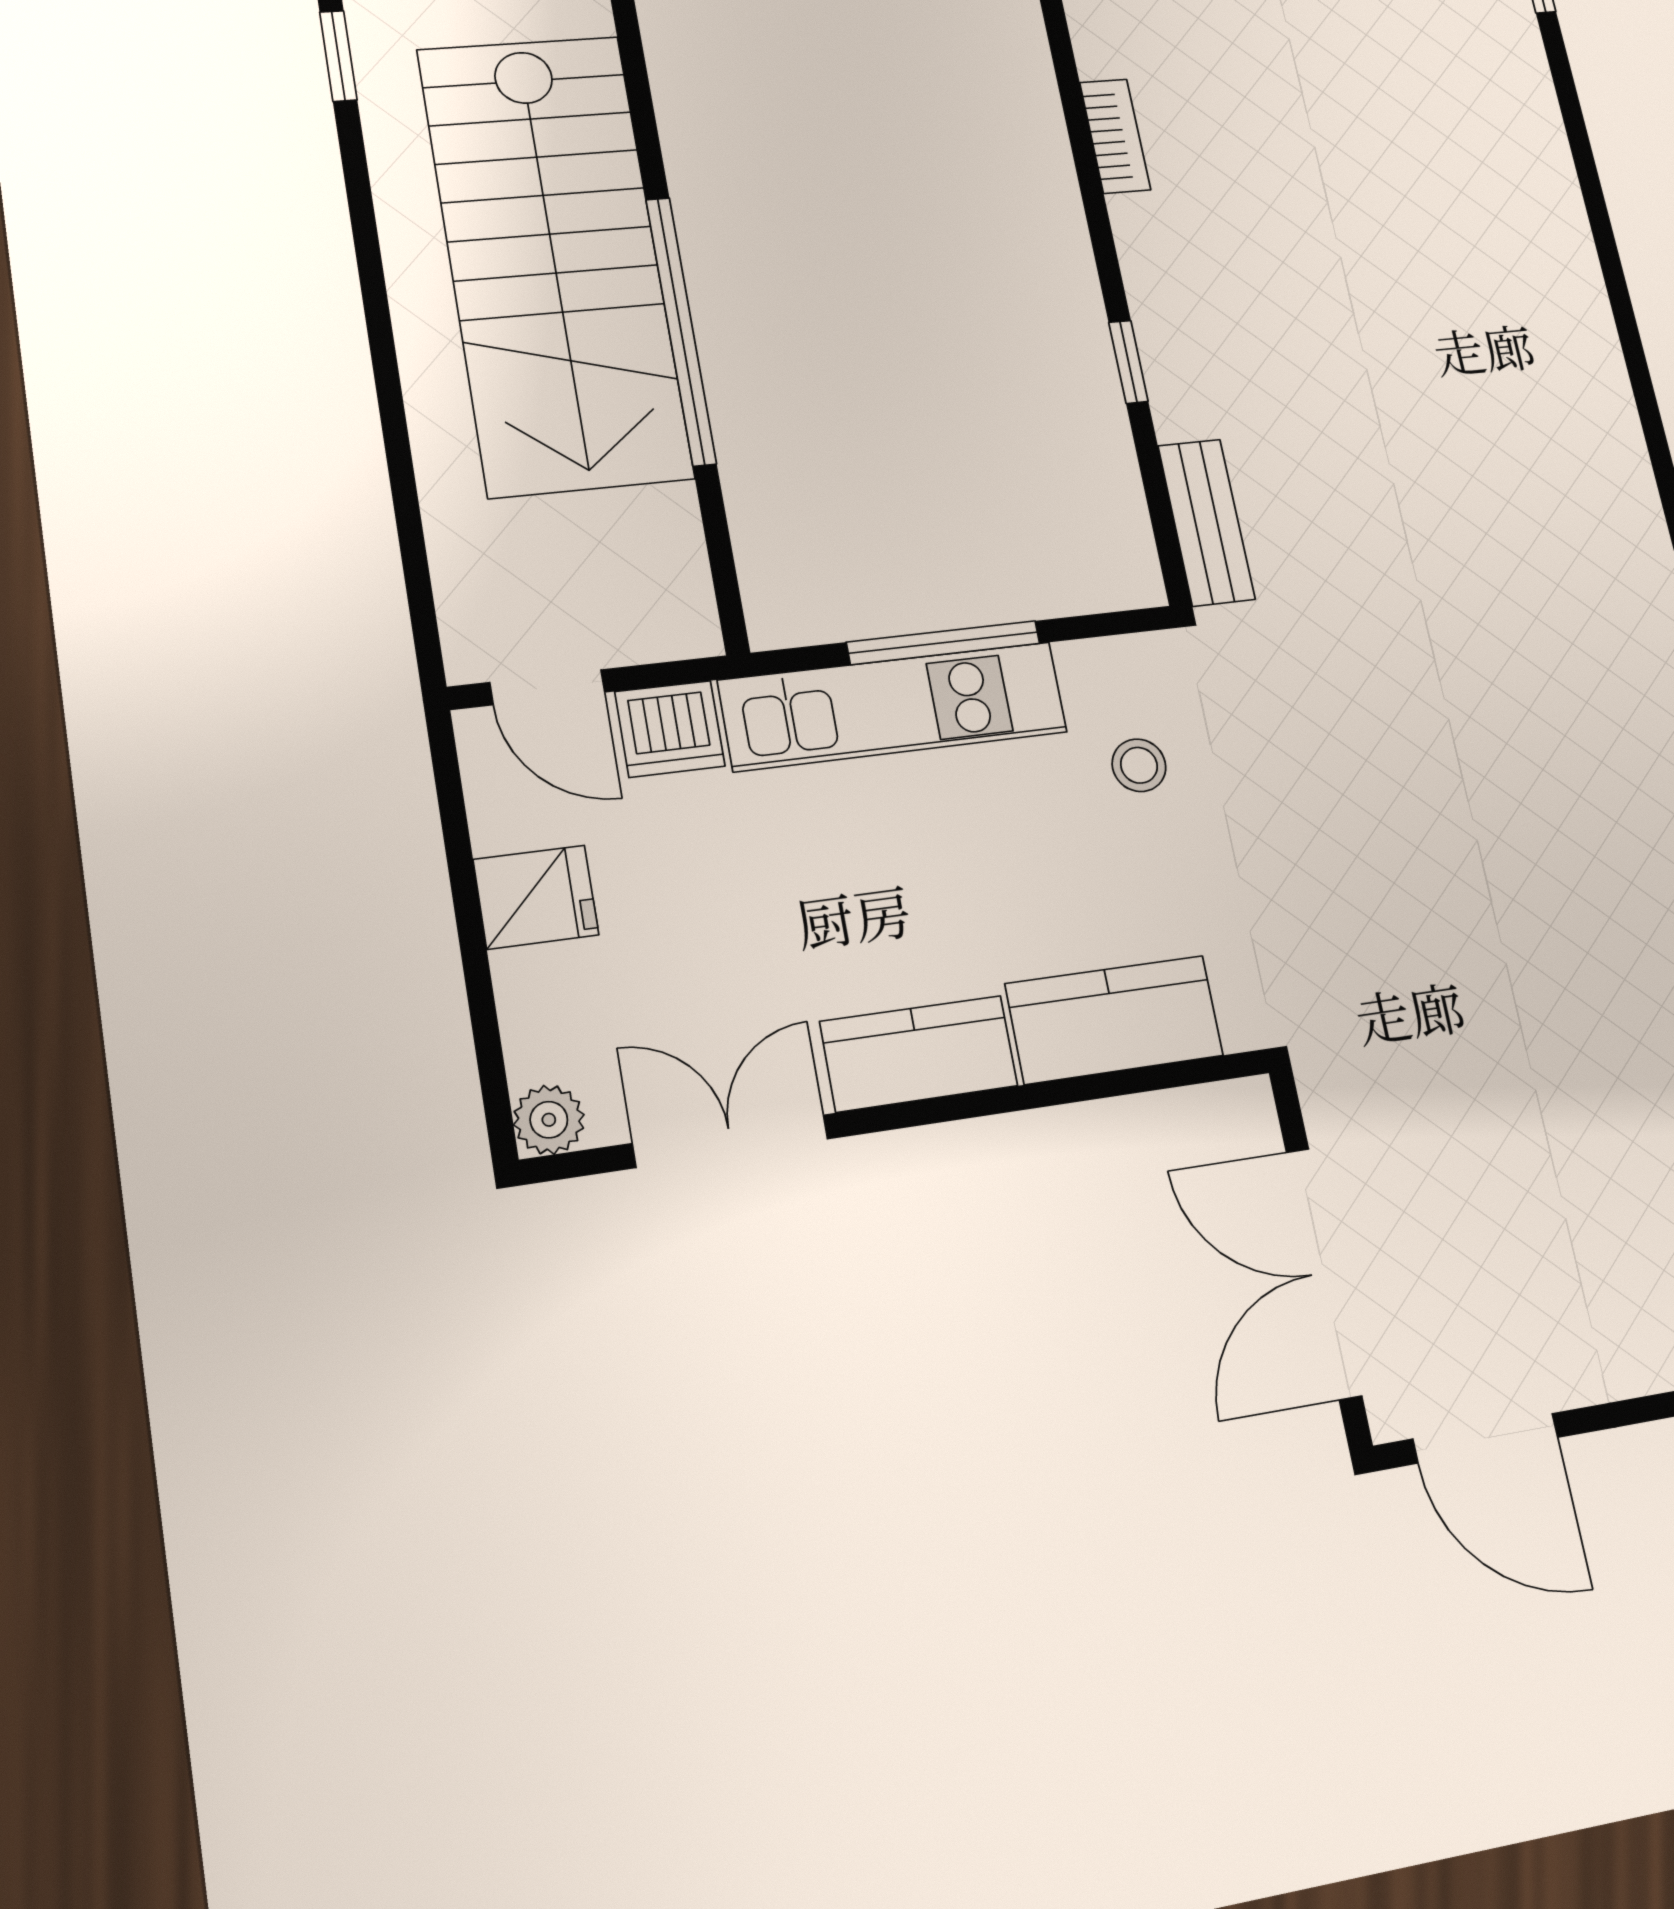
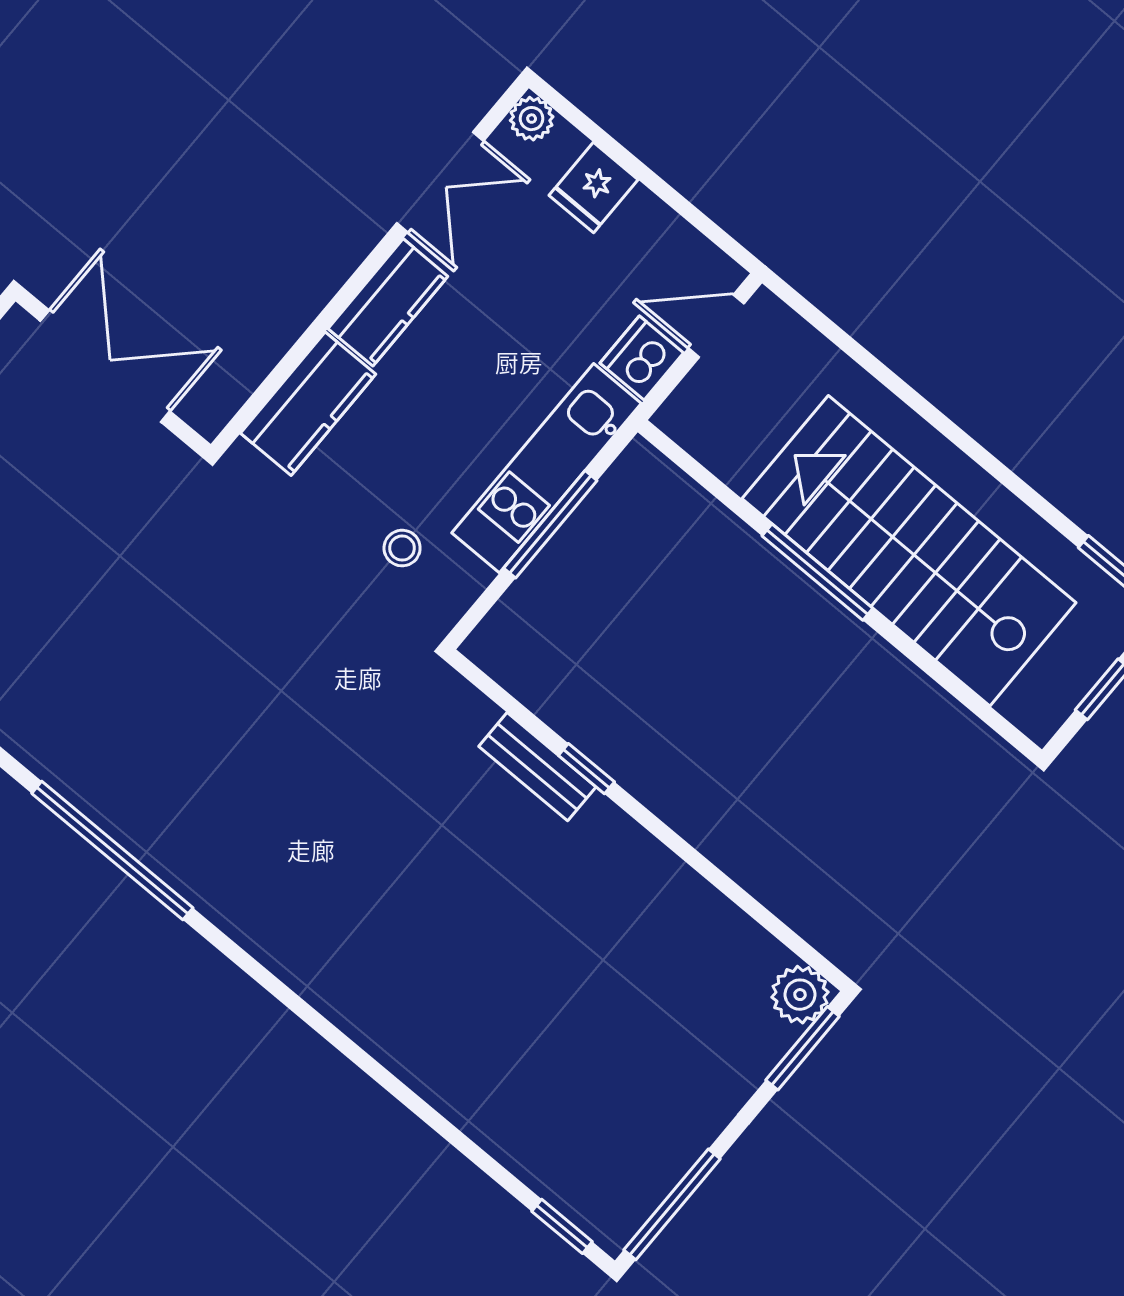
bookcase: (1115, 136) -> (700, 896), removed
window: (681, 331) -> (817, 572), width x0.68
bench: (1206, 522) -> (537, 767), moved
fridge: (536, 897) -> (593, 187), moved

